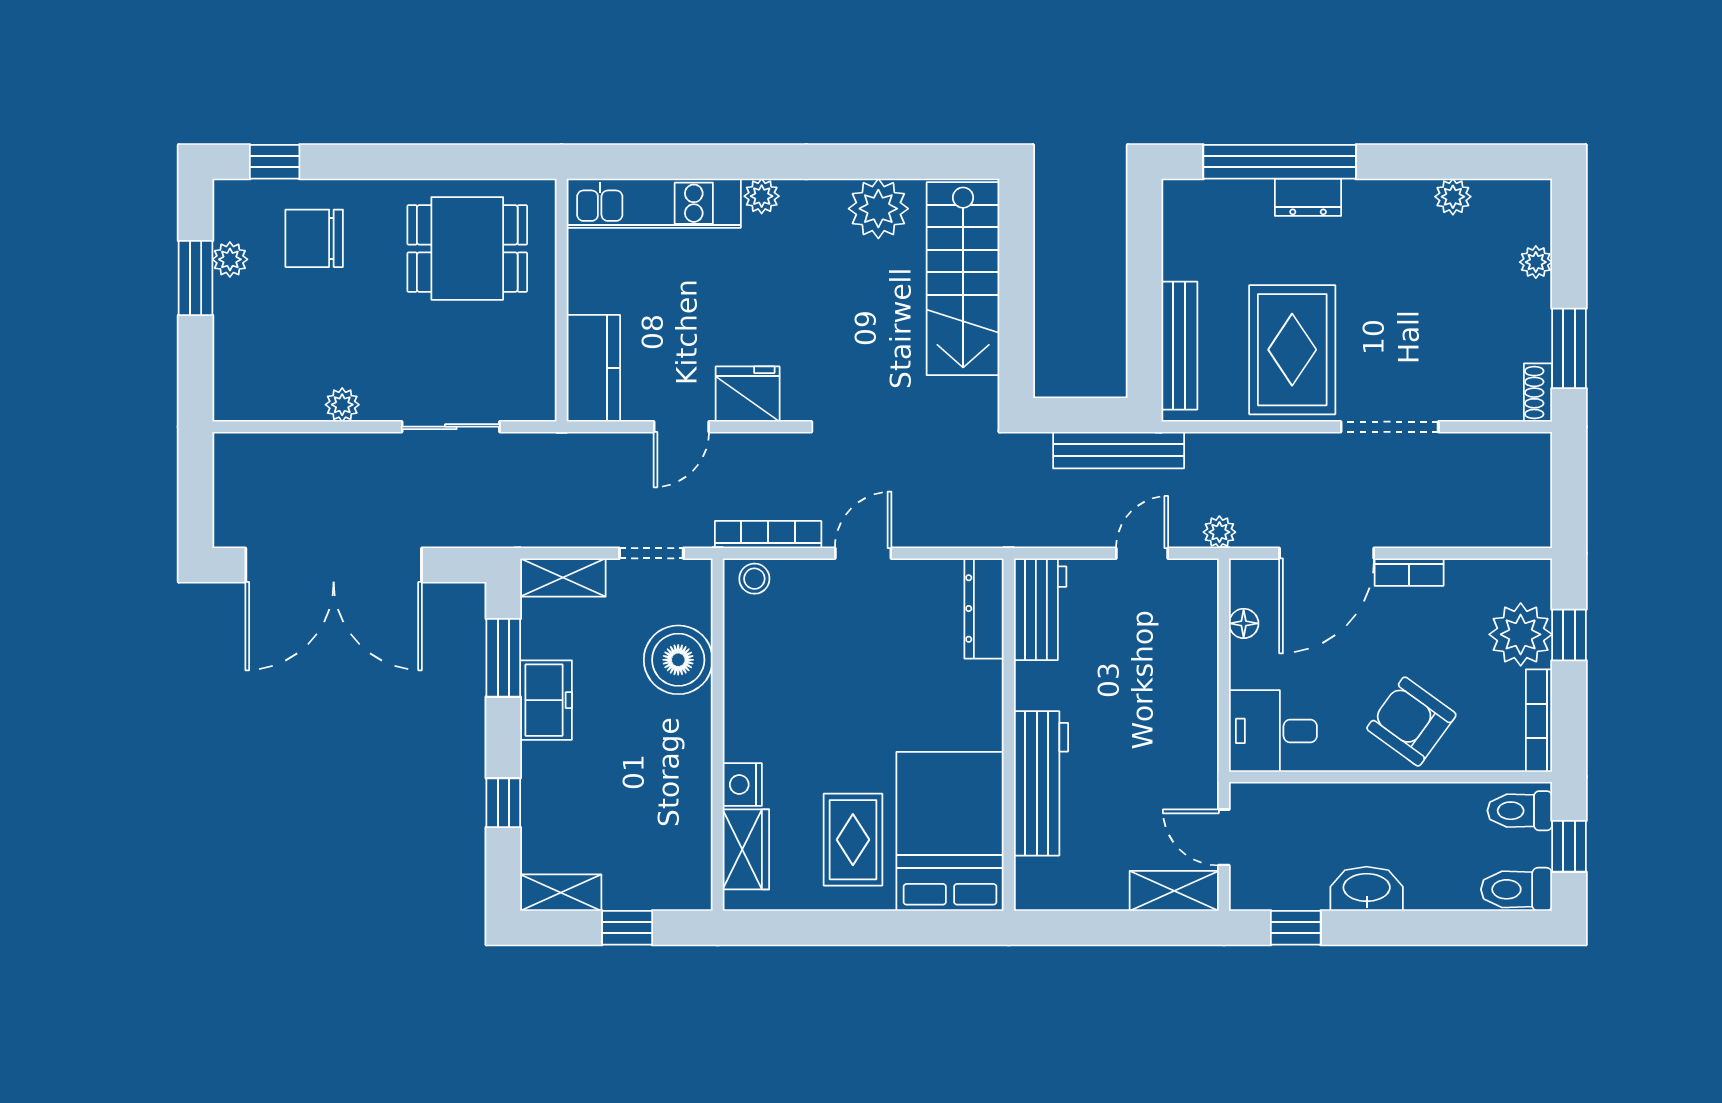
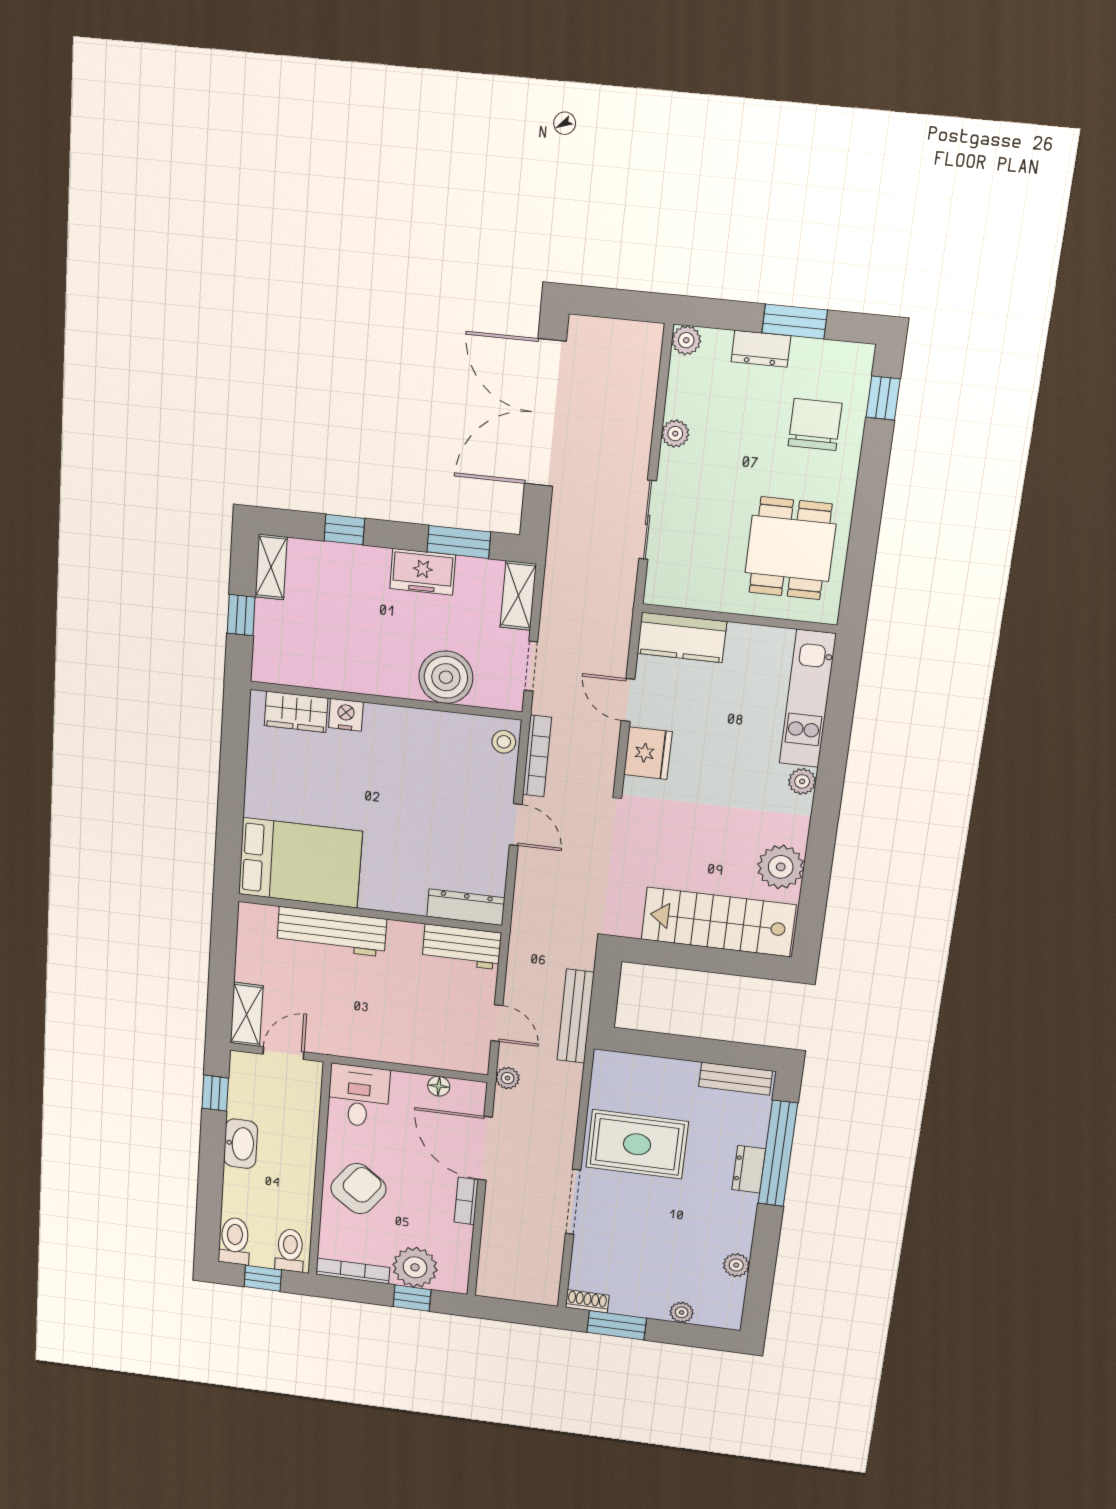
plant: (230, 259) -> (686, 340), moved
dresser: (231, 314) -> (761, 349), added
bench: (1179, 346) -> (736, 1079), moved, width x0.73
rug: (853, 840) -> (298, 792), removed

